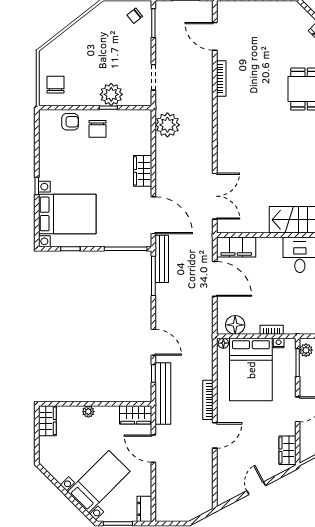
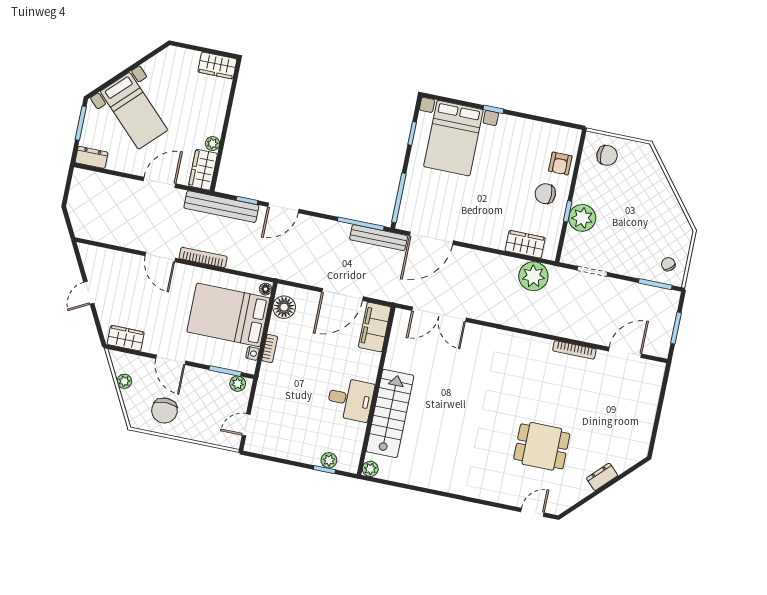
wardrobe: (143, 171) -> (525, 244), moved
plant: (88, 412) -> (212, 144), moved
door: (256, 488) -> (89, 293), swing flipped

